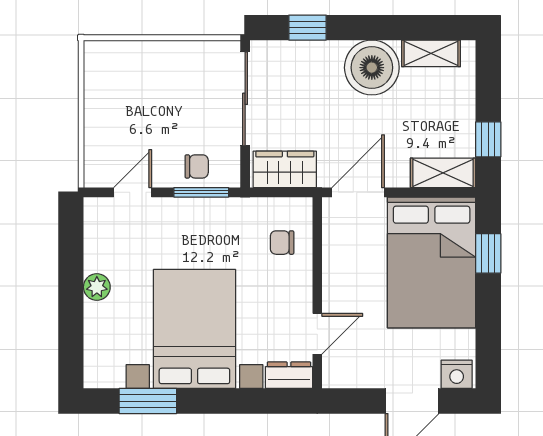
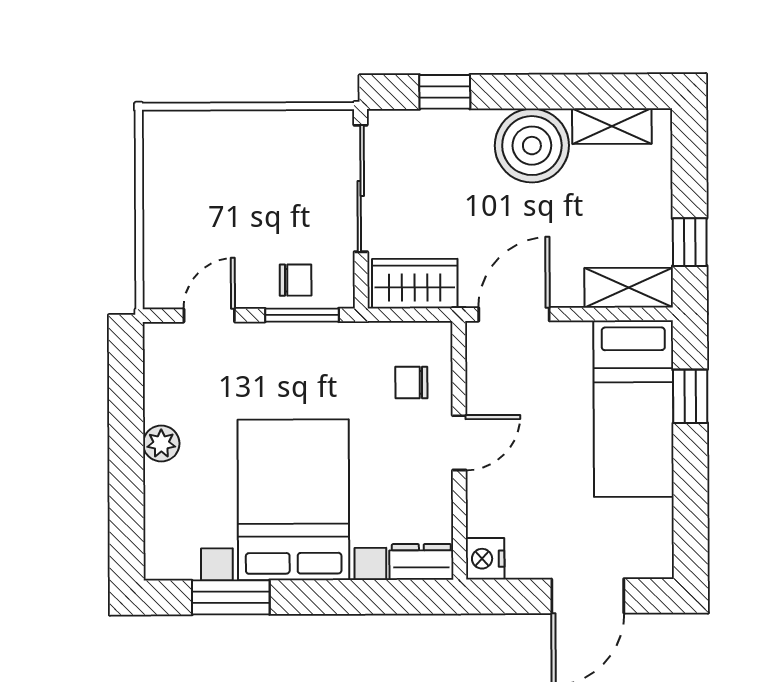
bed: (432, 262) -> (633, 409), width x0.67
door: (317, 334) -> (459, 443), moved
nightstand: (457, 374) -> (485, 559), moved, turned 90

